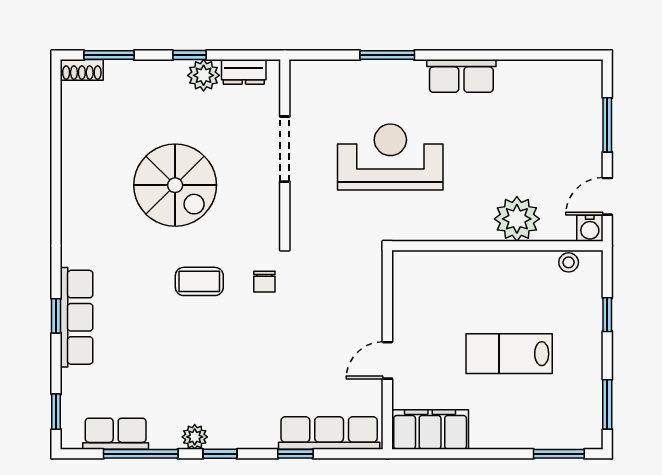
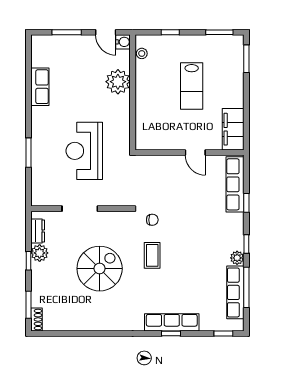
row of seats: (461, 76) -> (40, 87), moved
row of seats: (116, 434) -> (235, 292), width x1.48

